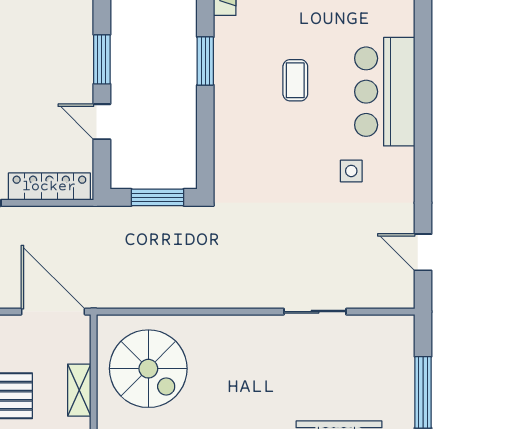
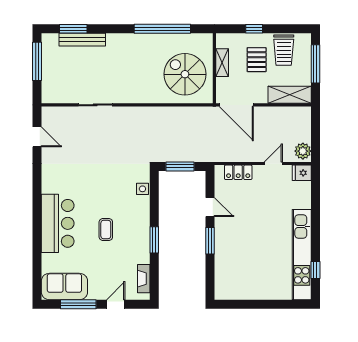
side table: (351, 171) -> (142, 189), moved
locker: (49, 187) -> (238, 172), width x0.66

